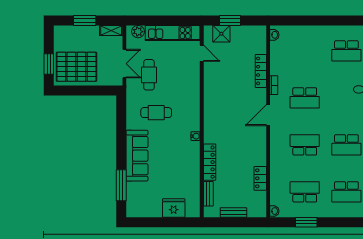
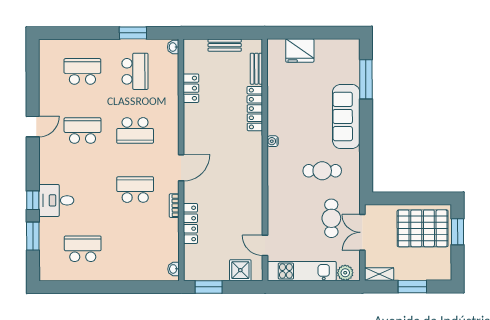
window: (230, 20) -> (209, 287), moved
school desk: (305, 192) -> (135, 71), turned -90

